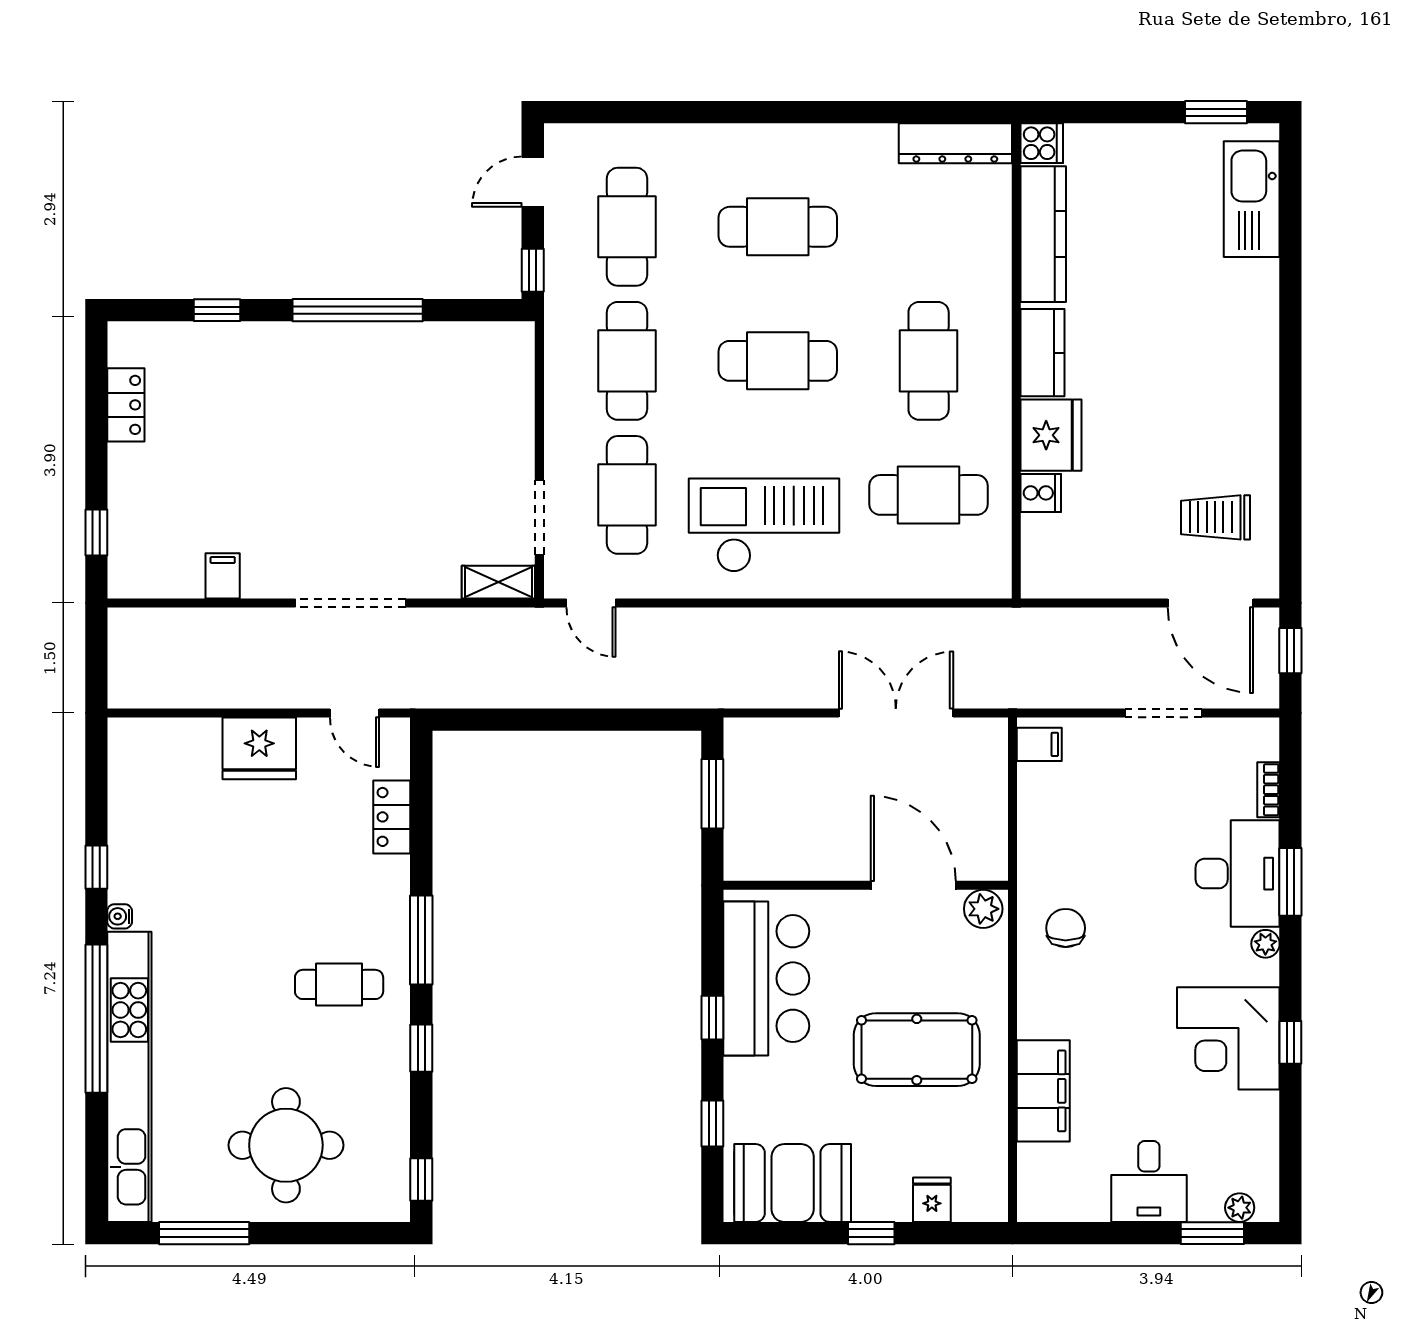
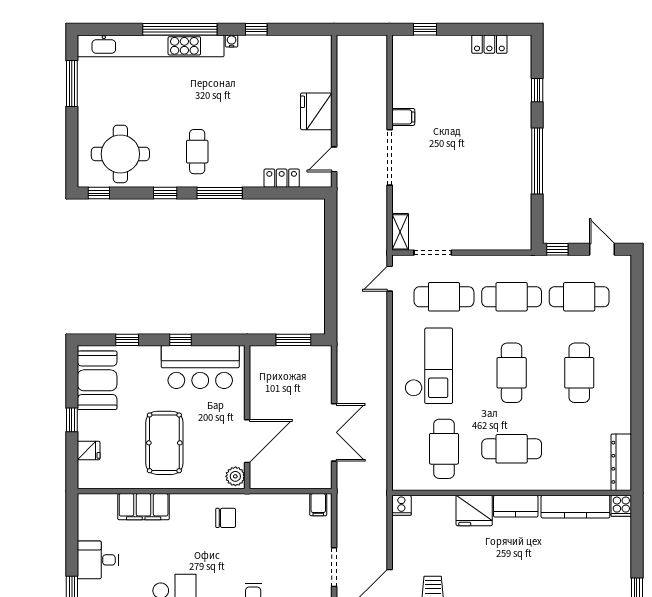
cooker: (1041, 493) -> (401, 505), moved
filing cabinet: (223, 576) -> (403, 117), moved
round table: (286, 1145) -> (120, 154), moved

